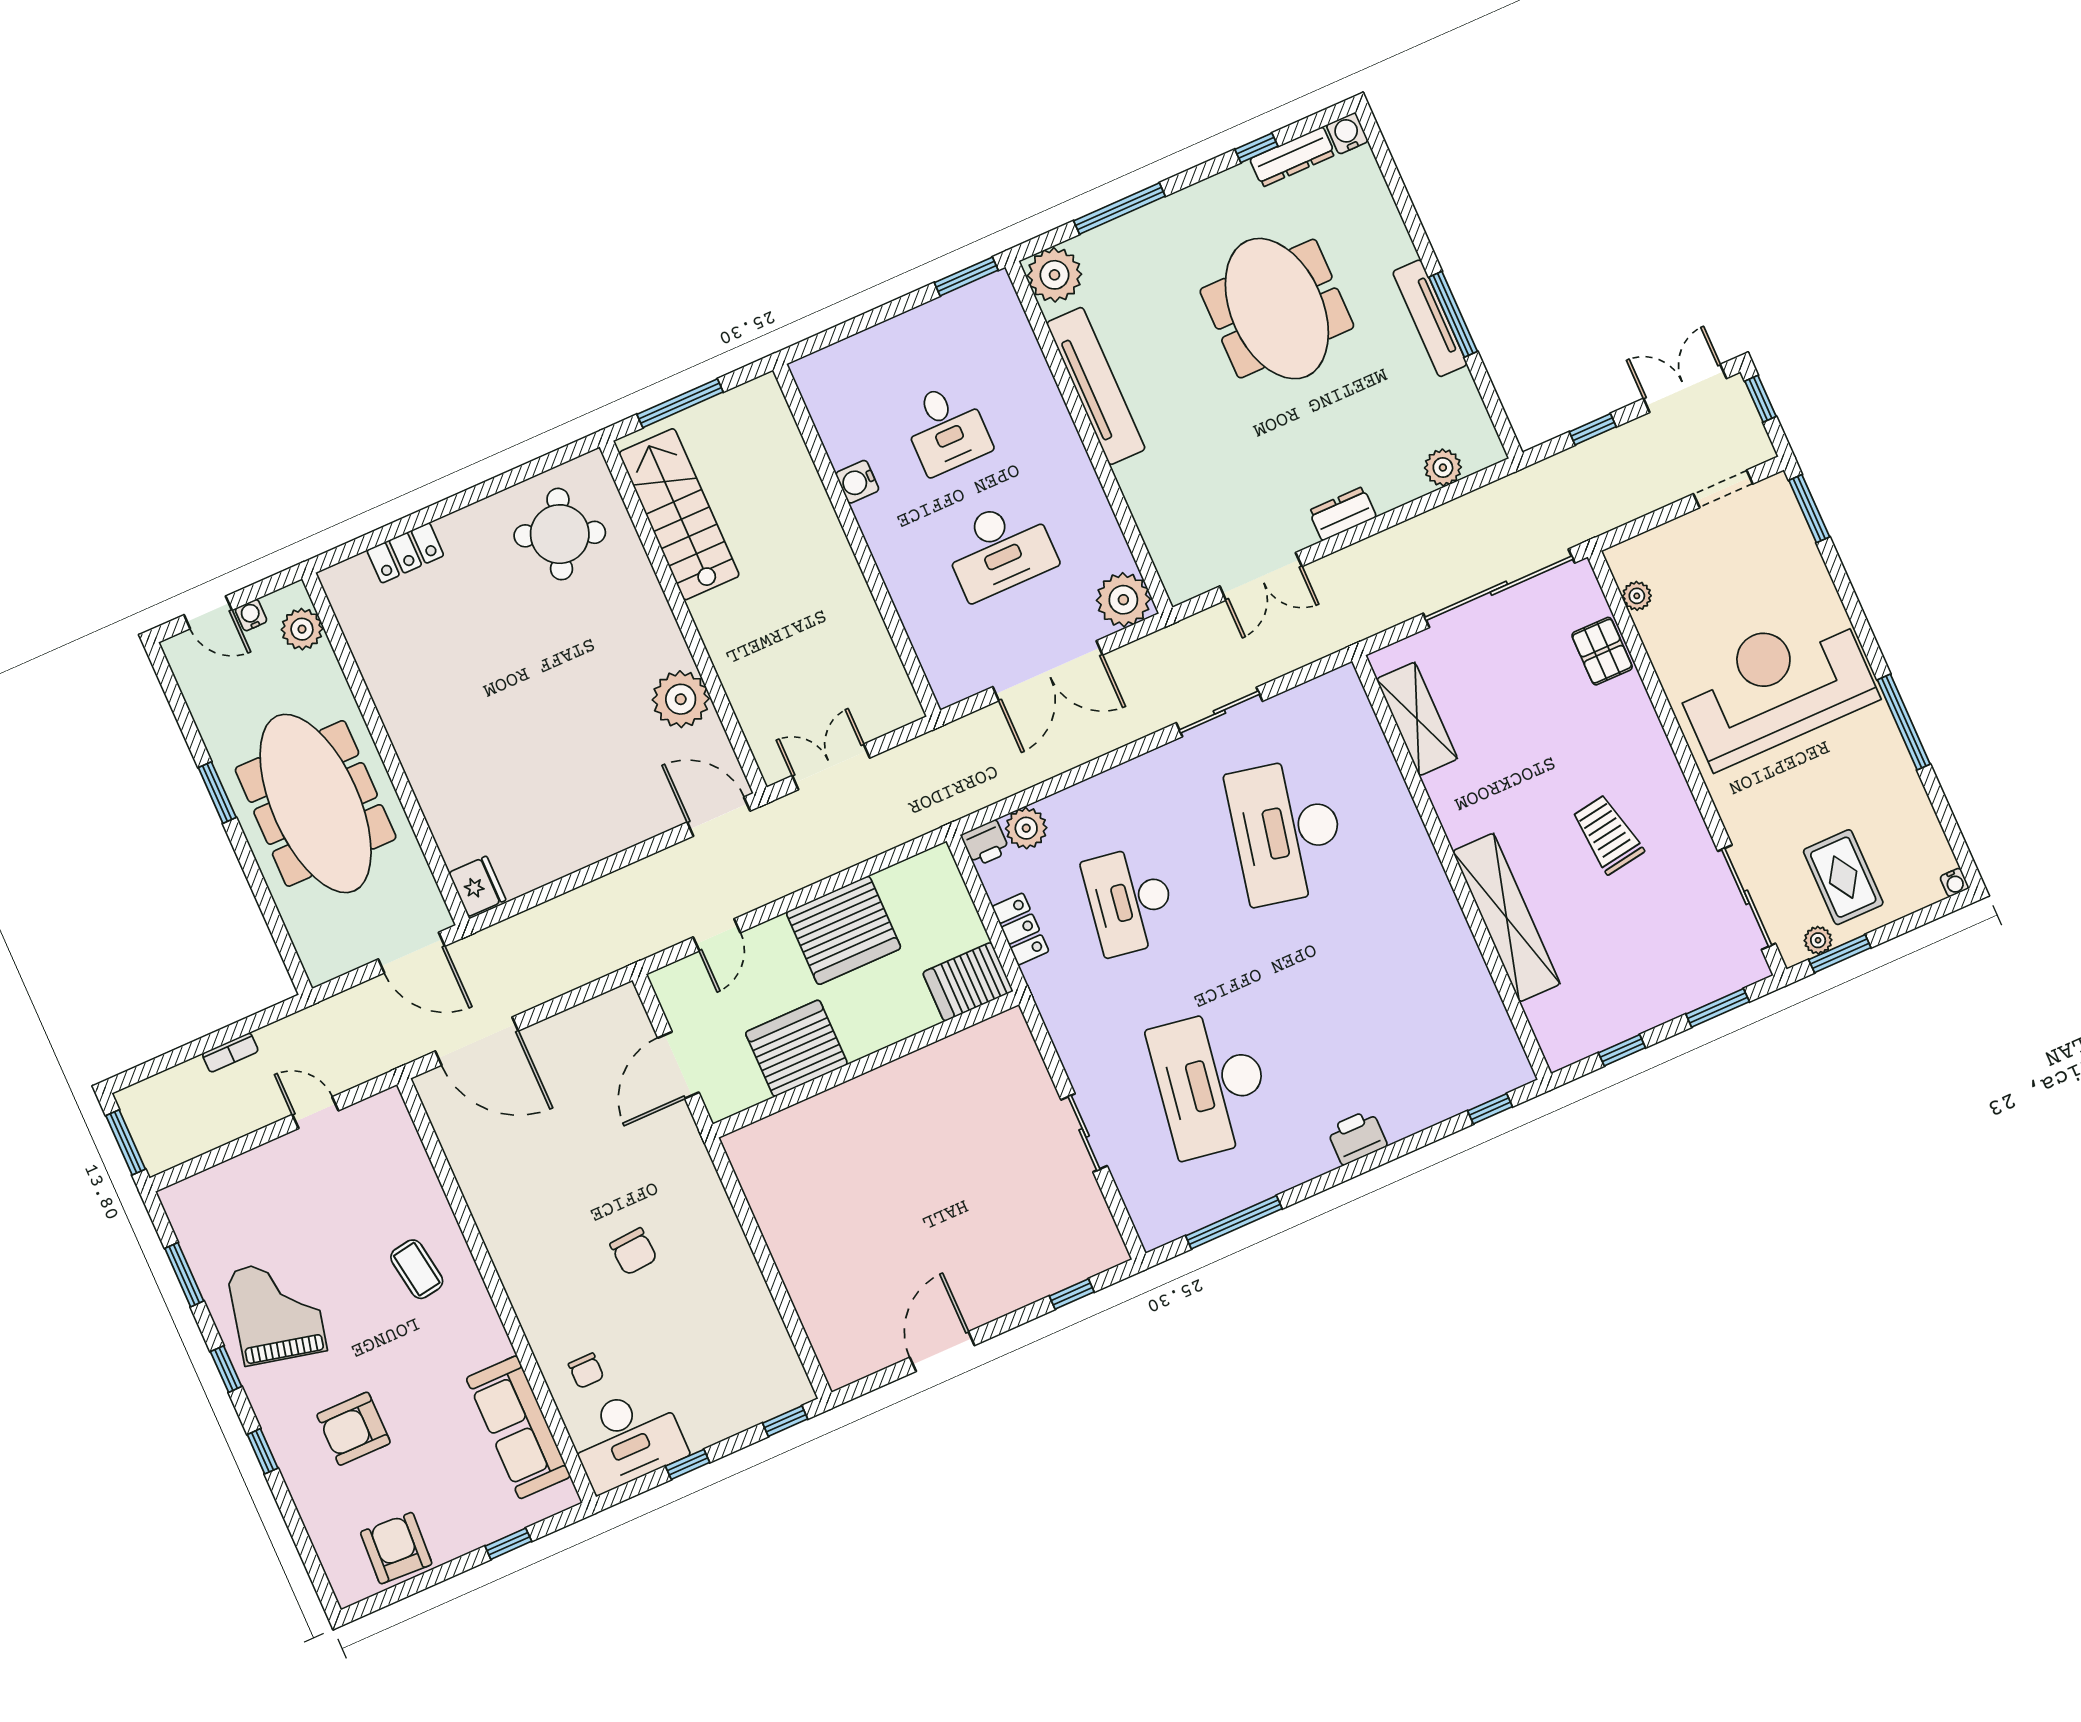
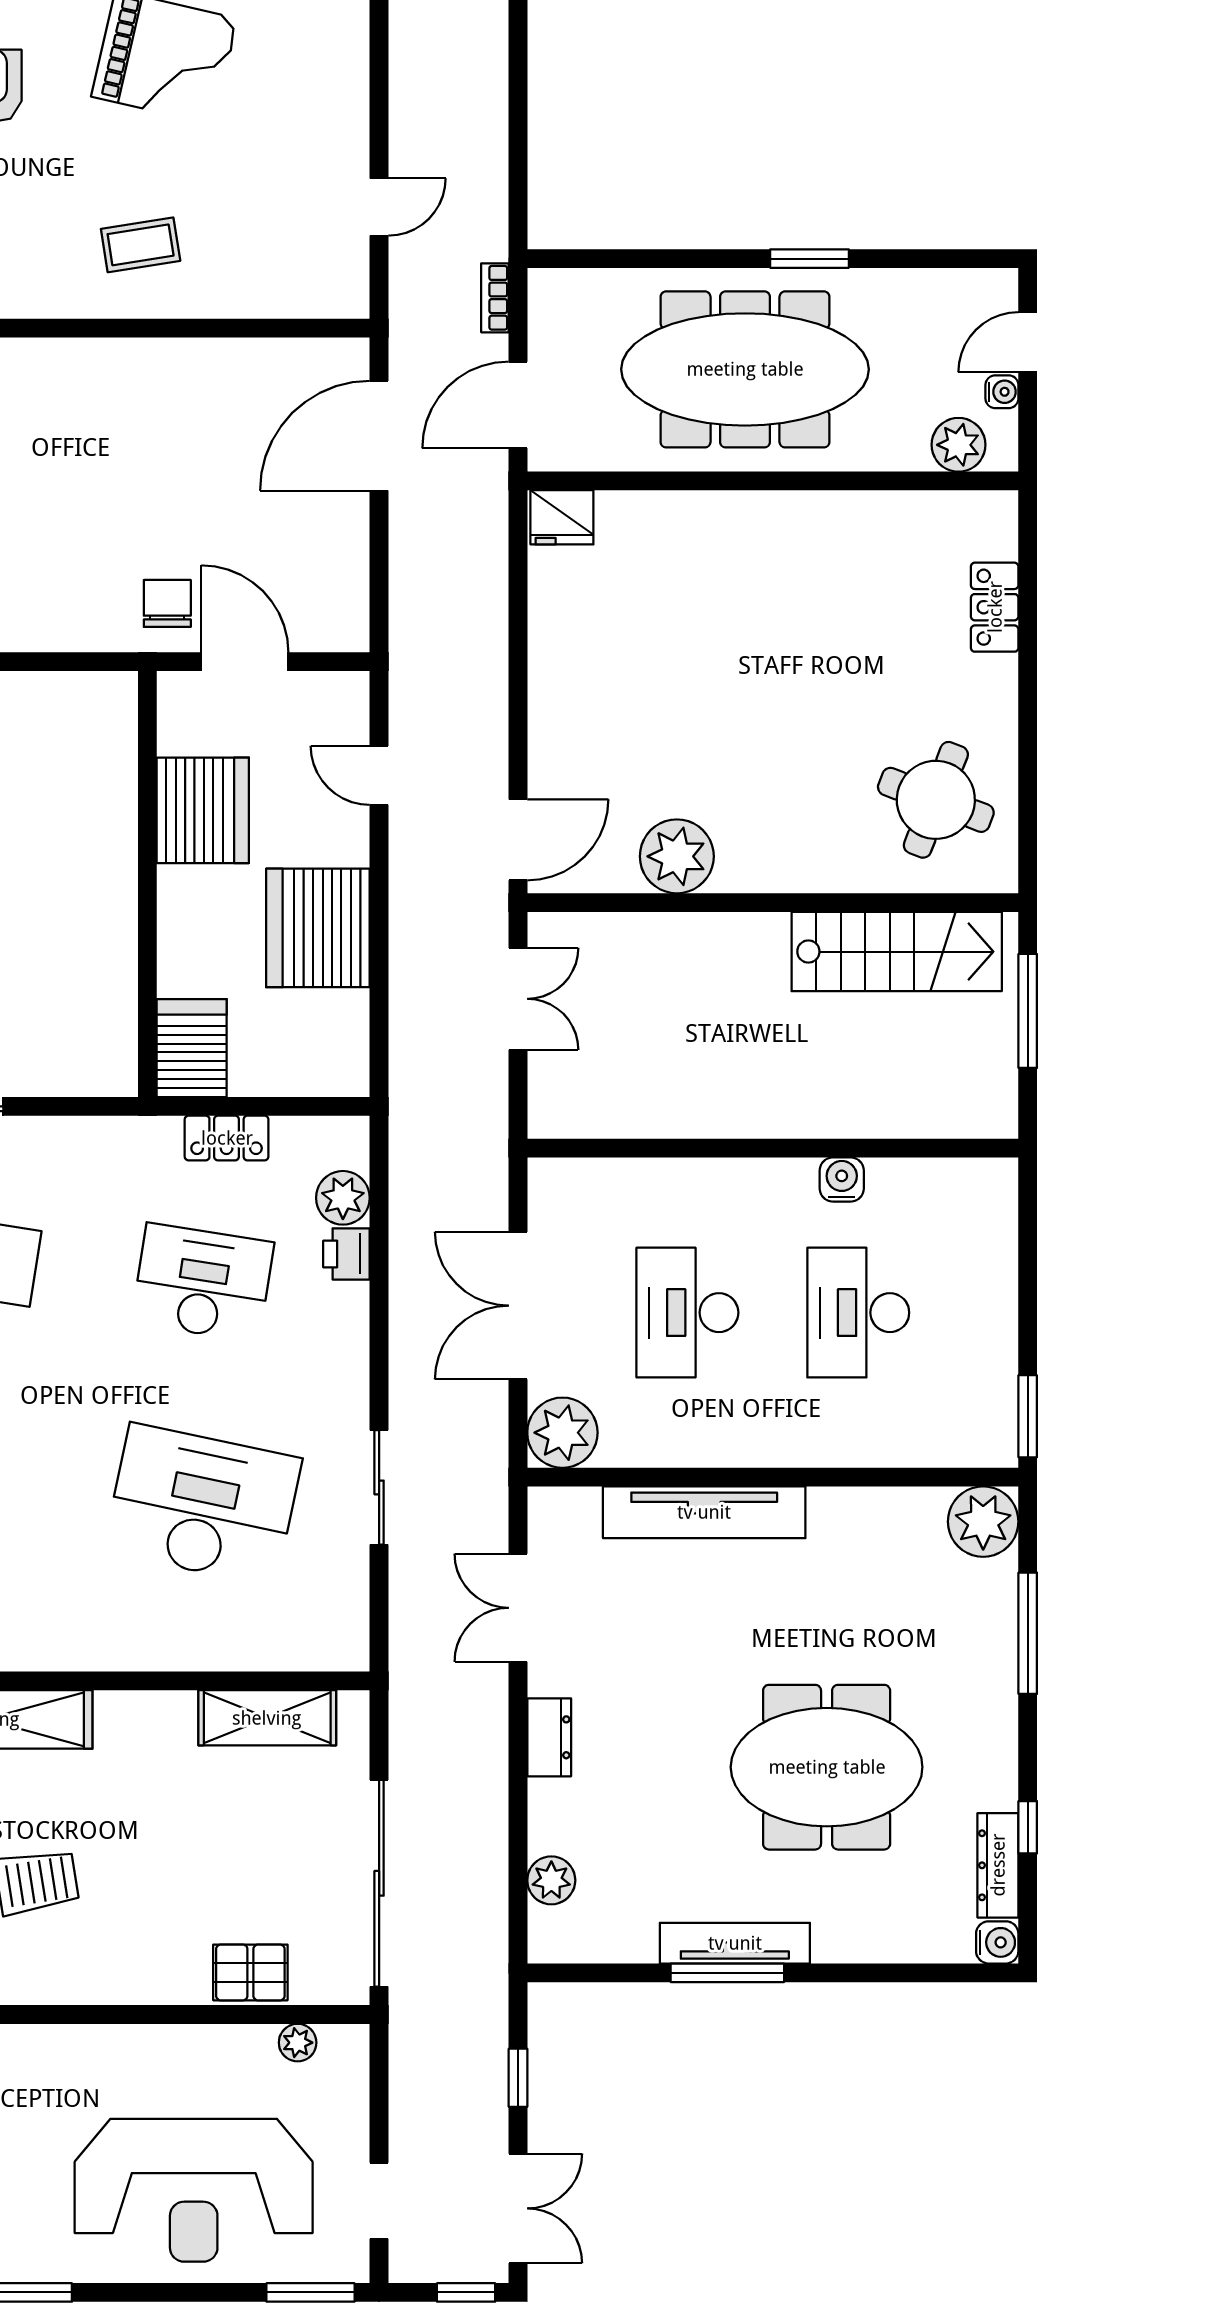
tv unit: (1096, 386) -> (704, 1512), moved
desk: (946, 428) -> (858, 1313), width x1.37
reception desk: (1775, 686) -> (194, 2190), moved, turned 90
printer: (985, 843) -> (346, 1254), moved
bookcase: (230, 1052) -> (495, 298), moved
chair: (634, 1251) -> (167, 603), moved, turned 94

